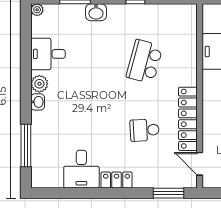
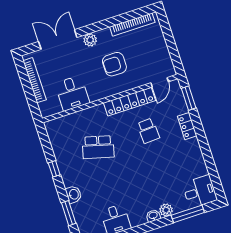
plant: (39, 84) -> (166, 210), moved
desk: (81, 169) -> (200, 192), moved
locker: (117, 180) -> (187, 126), moved

